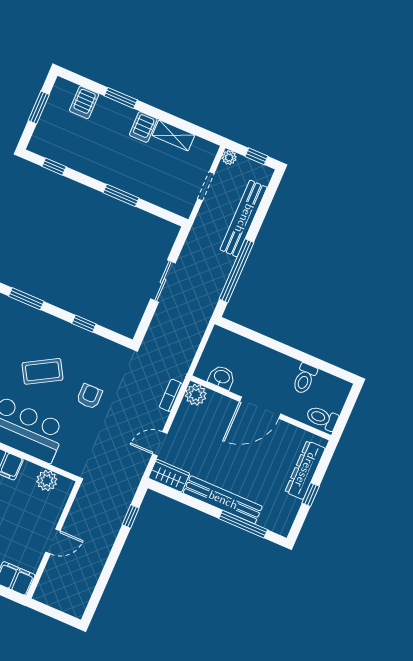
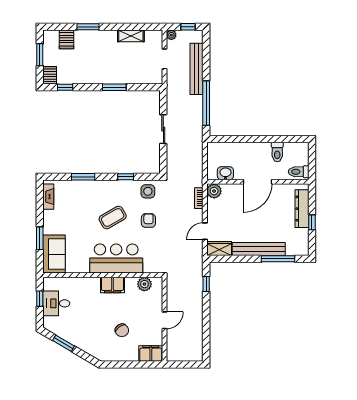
server rack: (143, 127) -> (50, 75), moved, turned 180
side table: (106, 356) -> (148, 191), added

